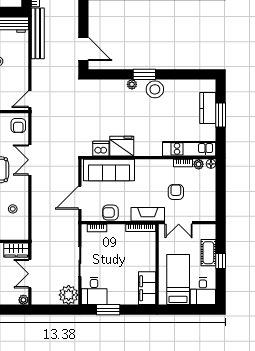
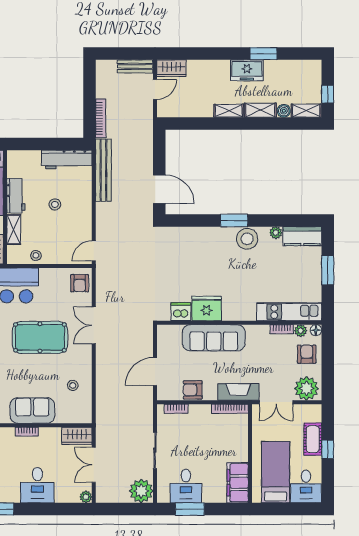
plant: (132, 84) -> (276, 233), moved
kitchen counter: (208, 108) -> (302, 236), moved, turned -90
sofa: (109, 170) -> (214, 338), moved
armchair: (176, 192) -> (307, 354), moved
plant: (203, 211) -> (306, 388), added
desk: (94, 291) -> (186, 486), moved

